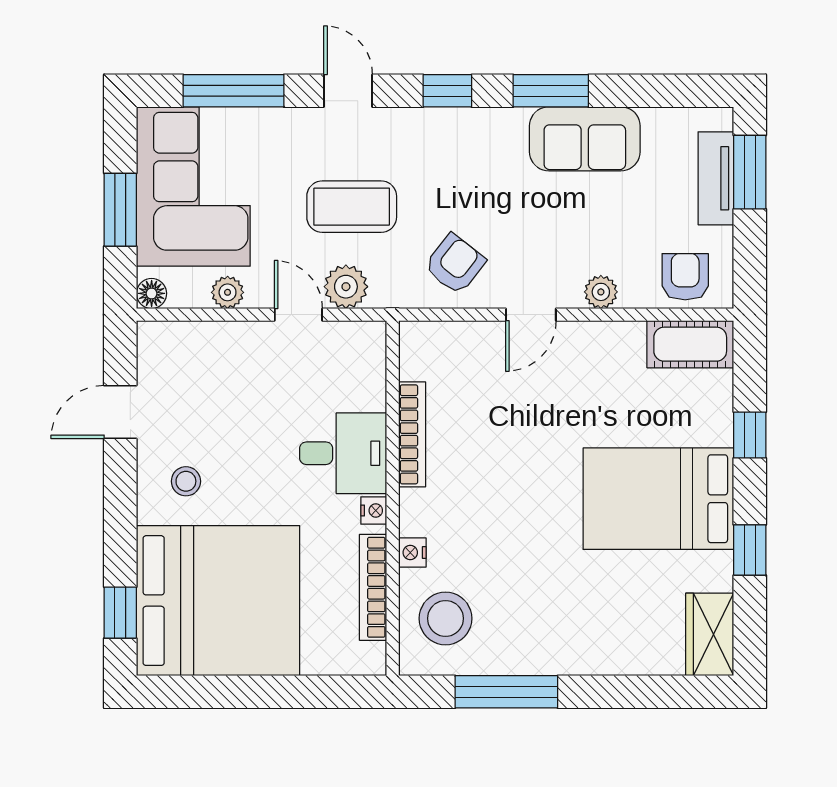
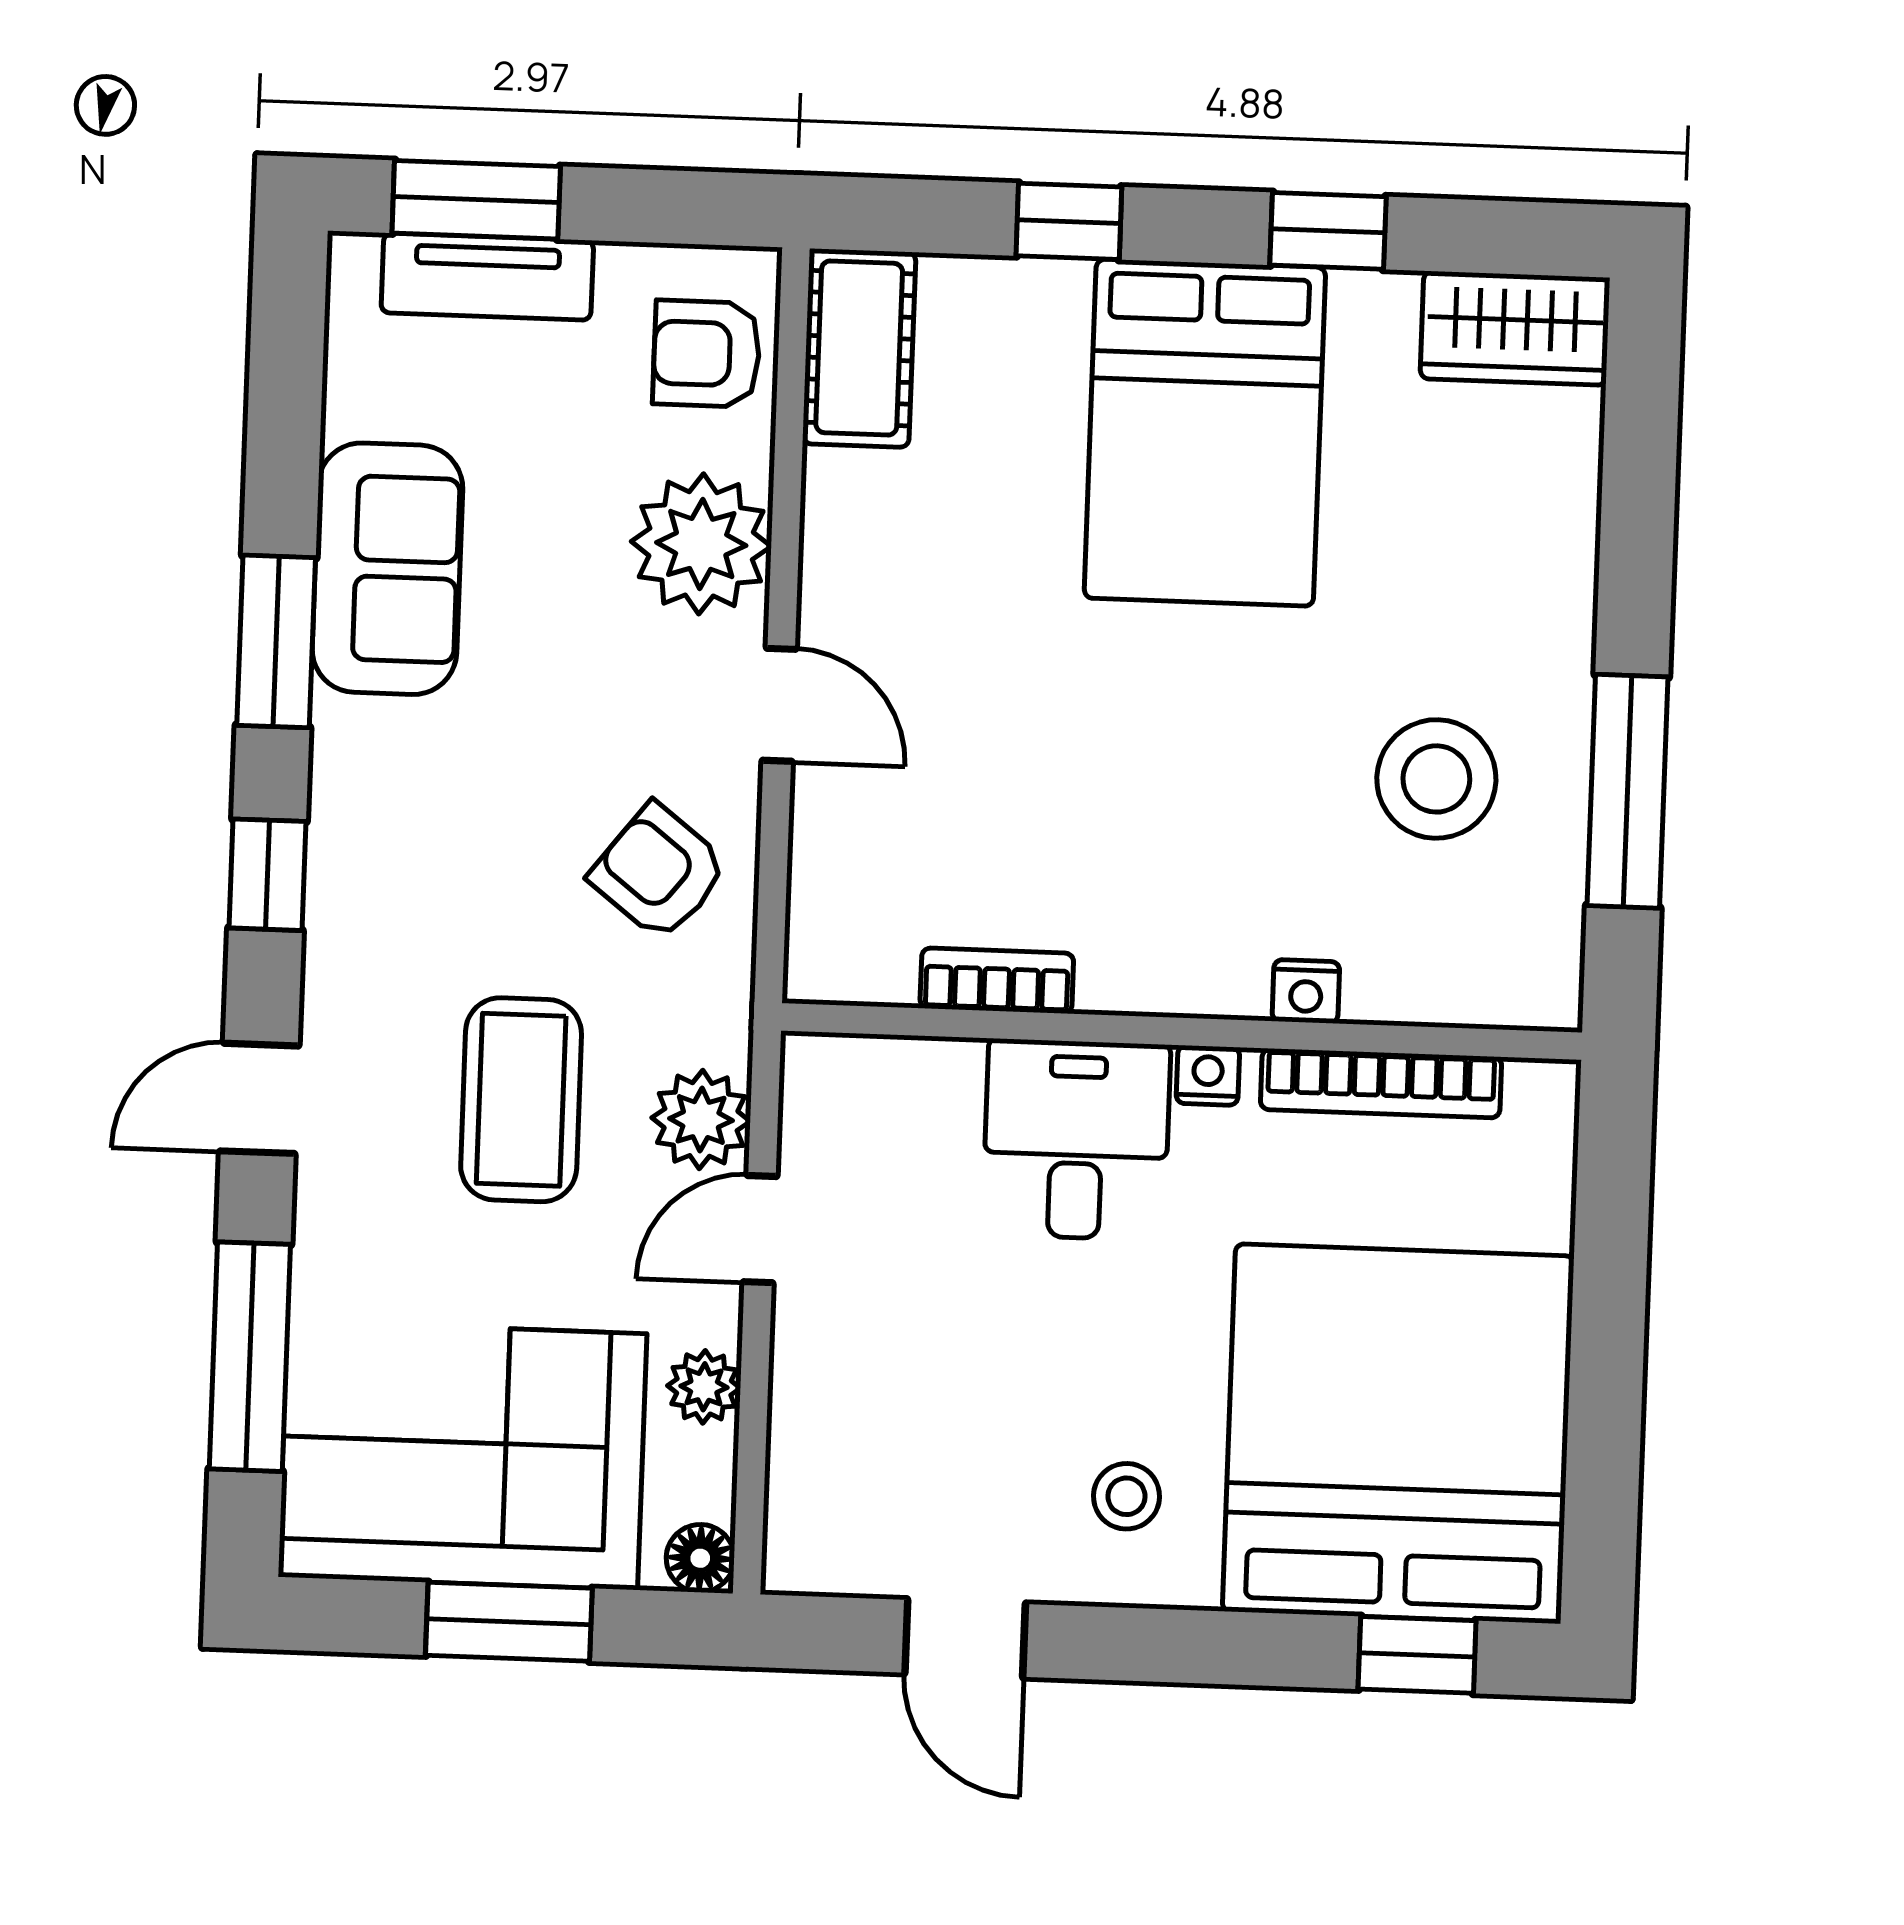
plant: (601, 292) -> (701, 544), width x1.88, depth x1.88
bookcase: (412, 434) -> (997, 981), width x0.64
stool: (446, 618) -> (1436, 779), moved

